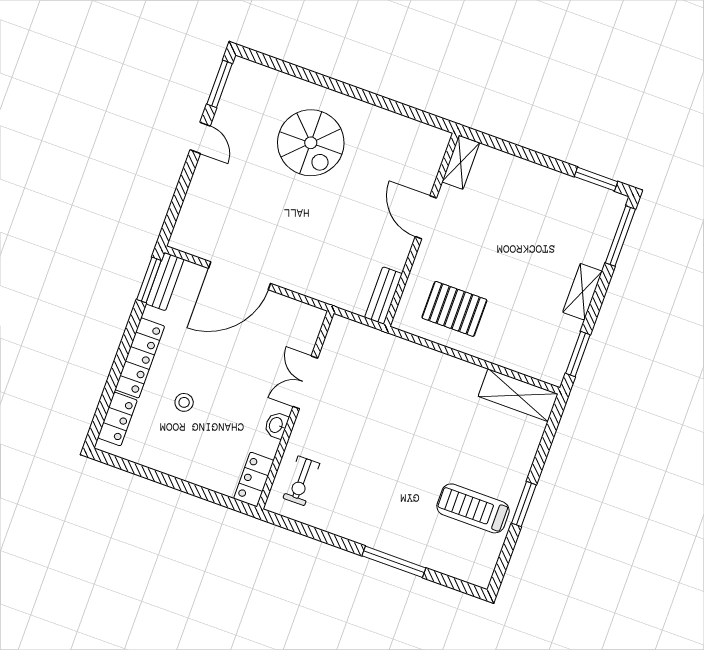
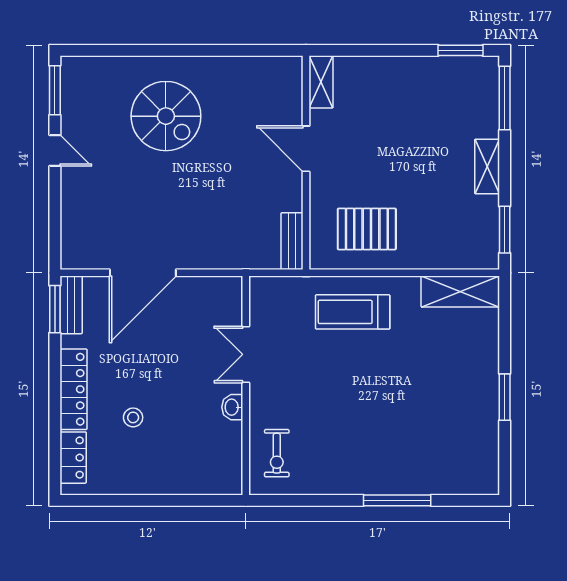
locker: (254, 480) -> (229, 469), removed
treadmill: (473, 508) -> (353, 312), moved

